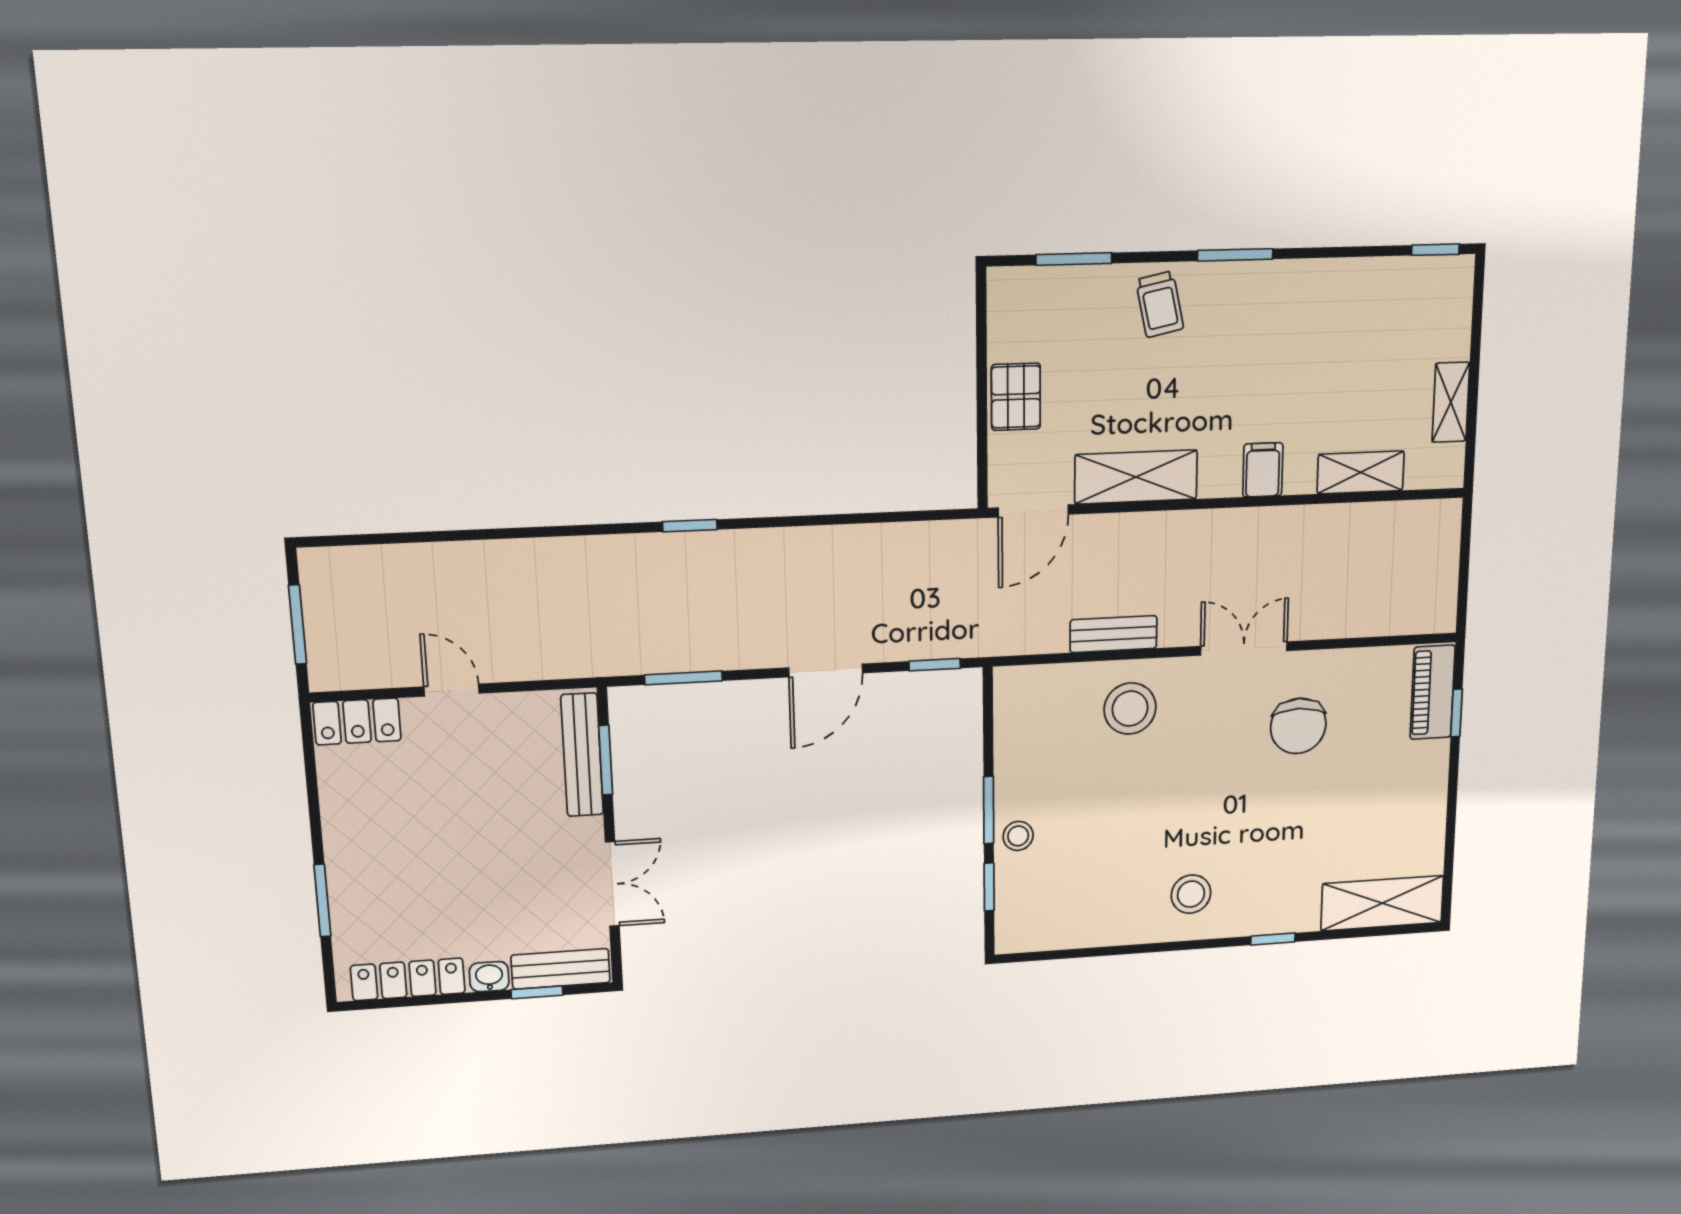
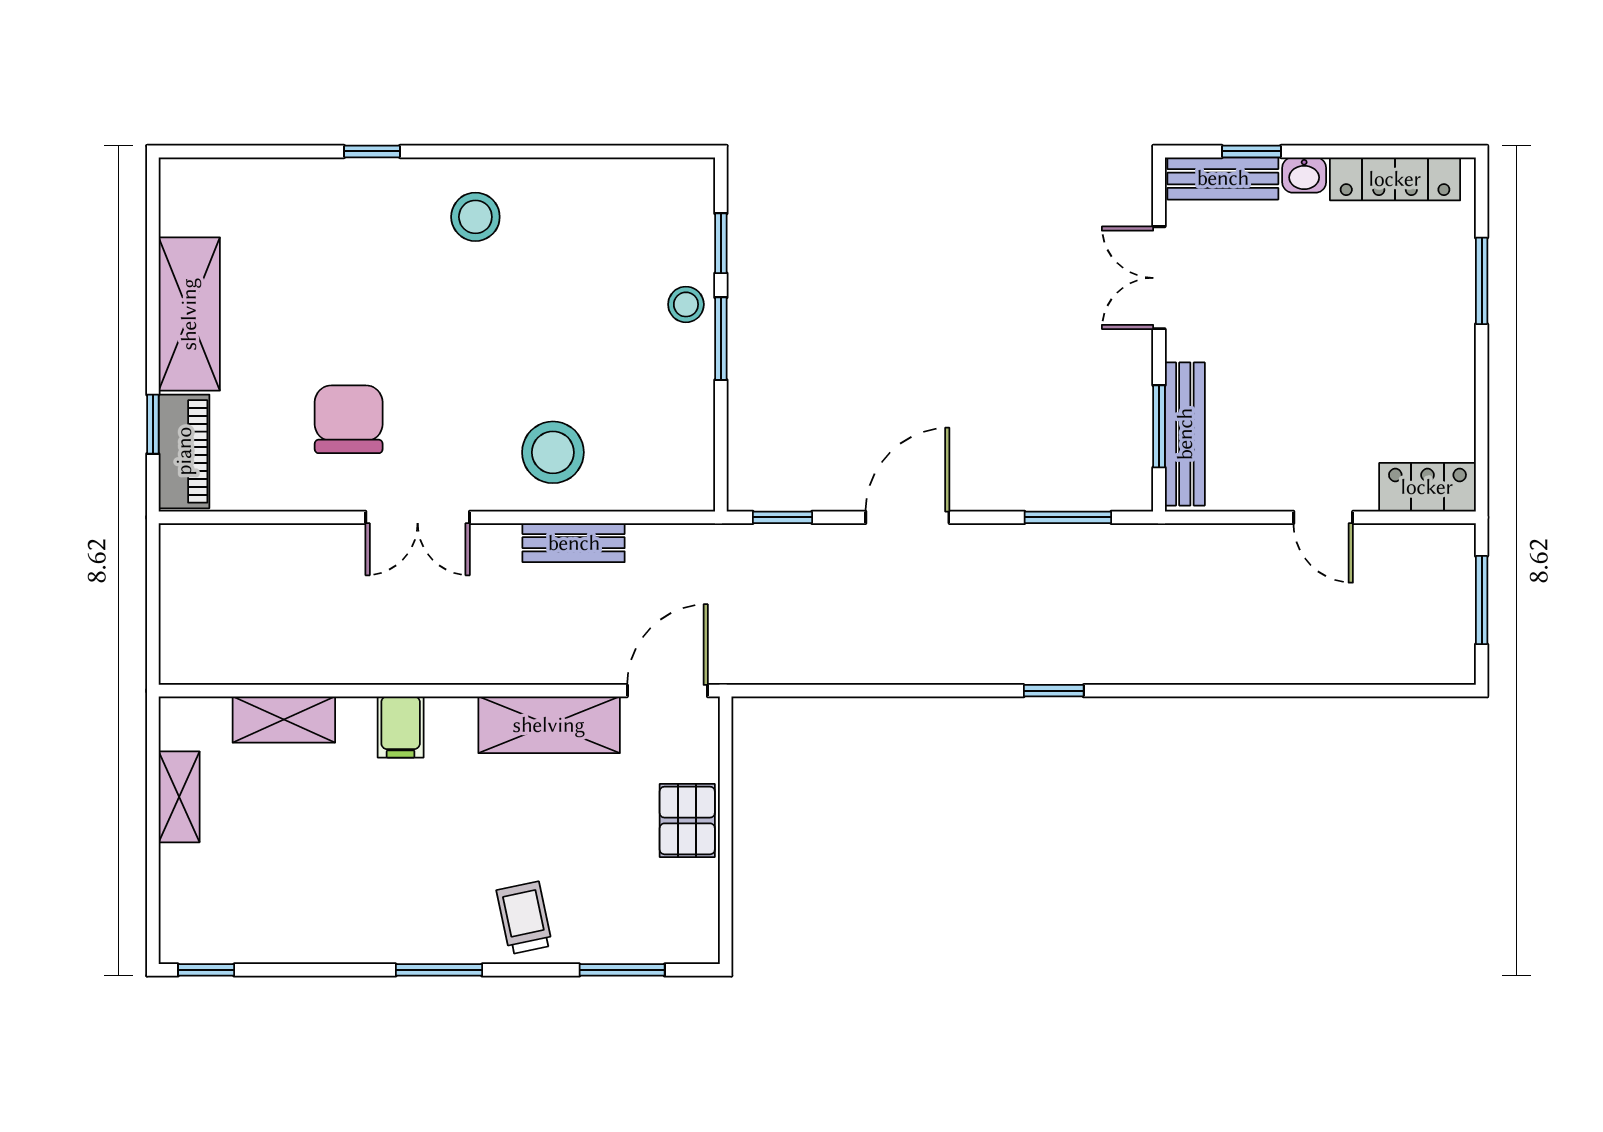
shelving: (1382, 903) -> (189, 314), moved, turned 90

